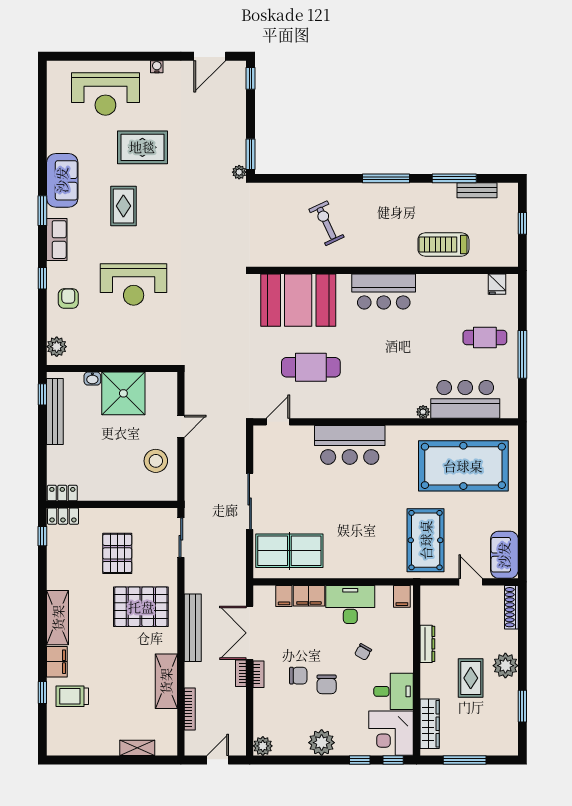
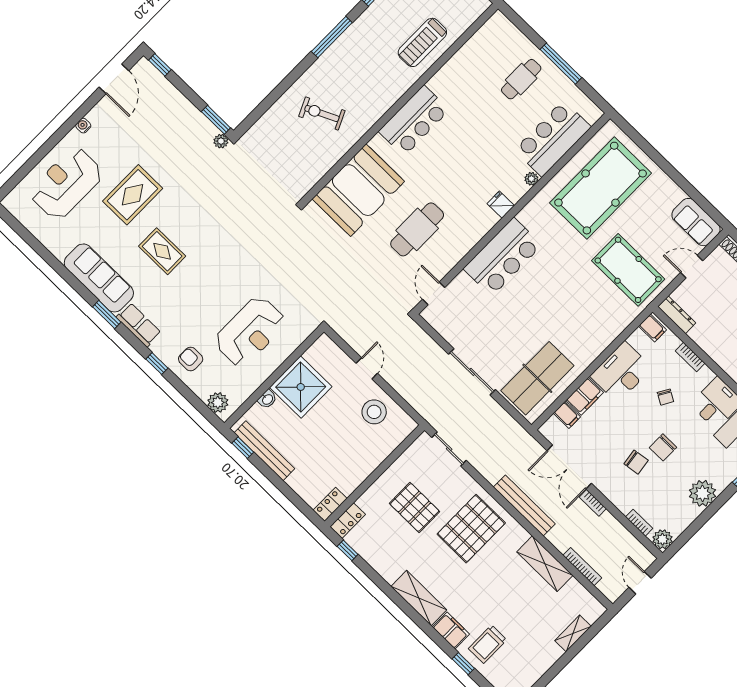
reception desk: (105, 94) -> (66, 183), turned 180
sofa: (62, 180) -> (99, 278), width x1.36
reception desk: (134, 284) -> (250, 332), moved
fridge: (497, 284) -> (501, 205), moved, turned 180
bookcase: (407, 642) -> (690, 357), added
dresser: (427, 644) -> (677, 315), moved
bookcase: (258, 674) -> (639, 523), moved
chair: (298, 676) -> (636, 462), turned 82
chair: (327, 684) -> (663, 447), turned 90

